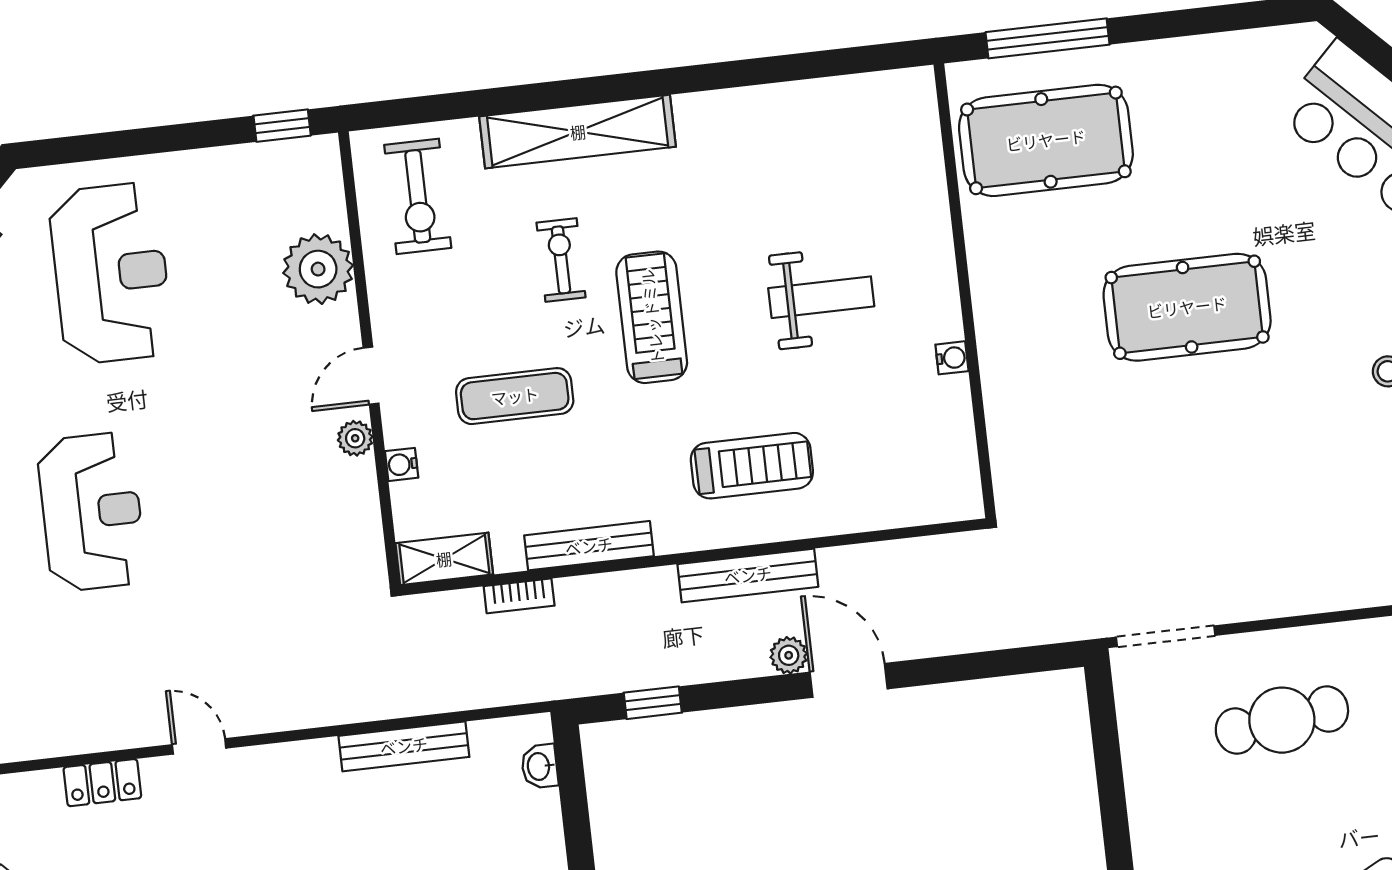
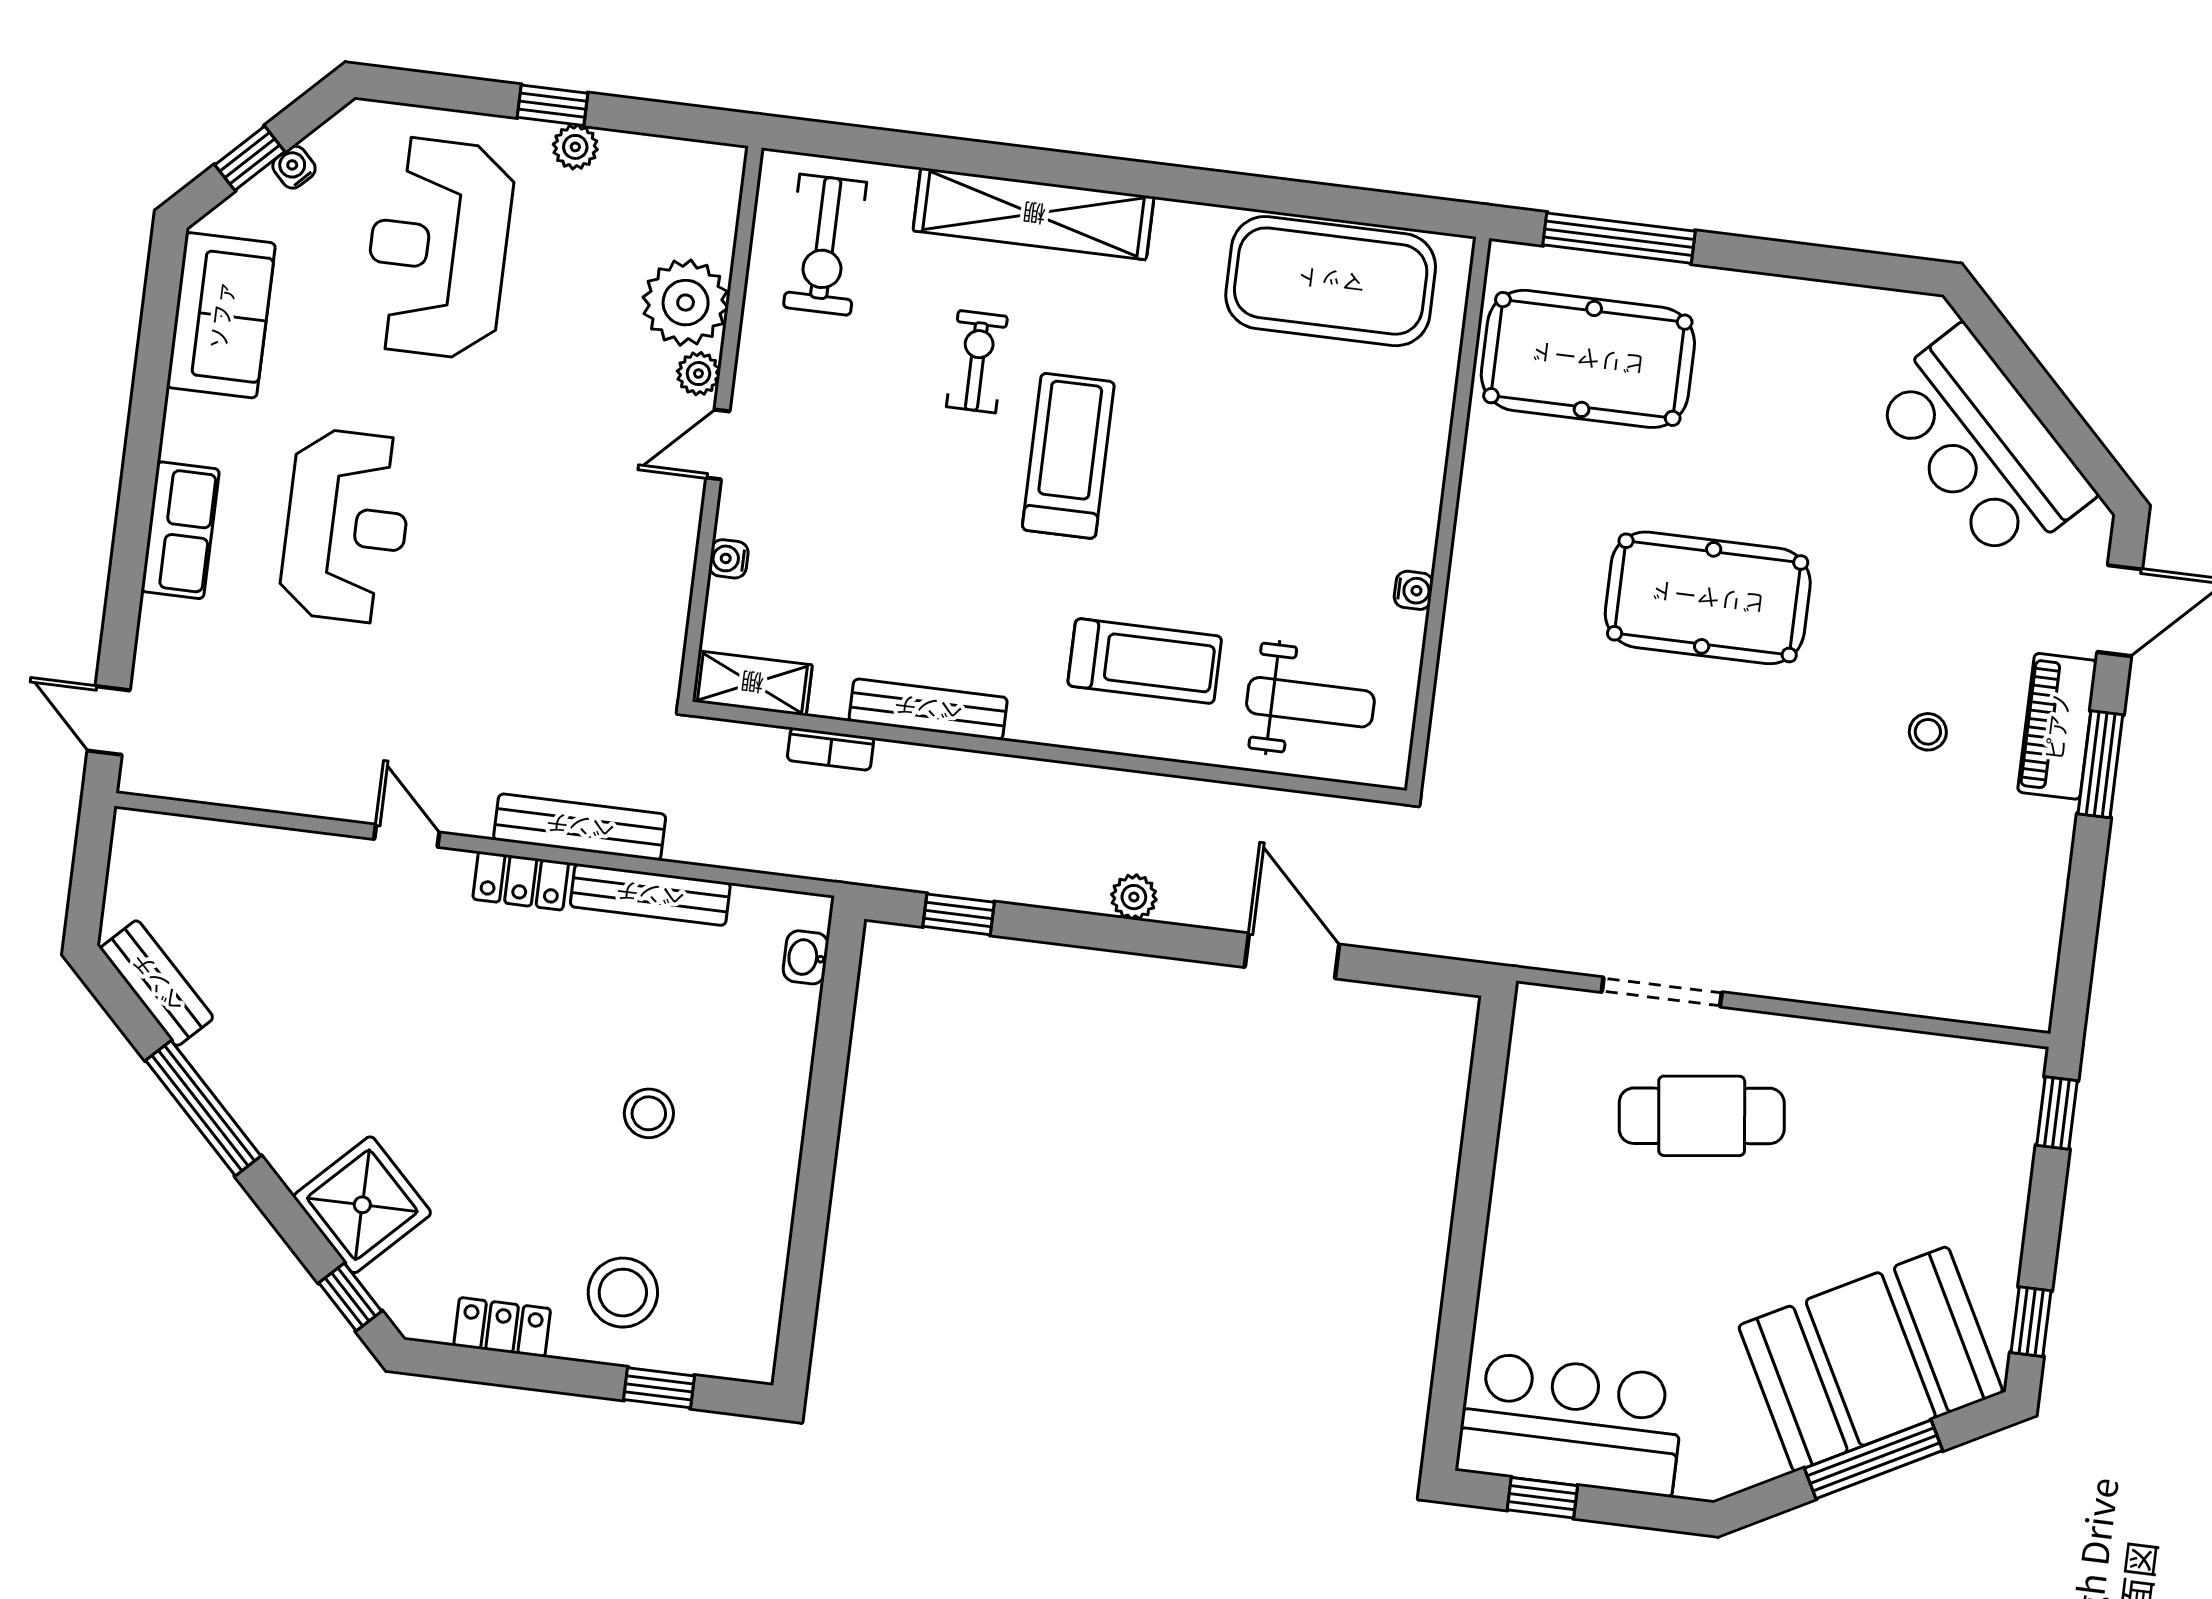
window: (282, 126) -> (553, 105), moved
plant: (201, 167) -> (575, 147), added
reception desk: (111, 273) -> (438, 248), turned 180
weight bench: (821, 297) -> (1310, 702), moved
exercise mat: (515, 396) -> (1331, 281), moved, width x2.00, depth x1.45
plant: (355, 438) -> (698, 374), moved
bench: (748, 575) -> (580, 827), moved
doorway: (1166, 636) -> (1662, 992), moved
door: (849, 680) -> (1292, 956), moved
locker: (102, 783) -> (521, 881), moved

